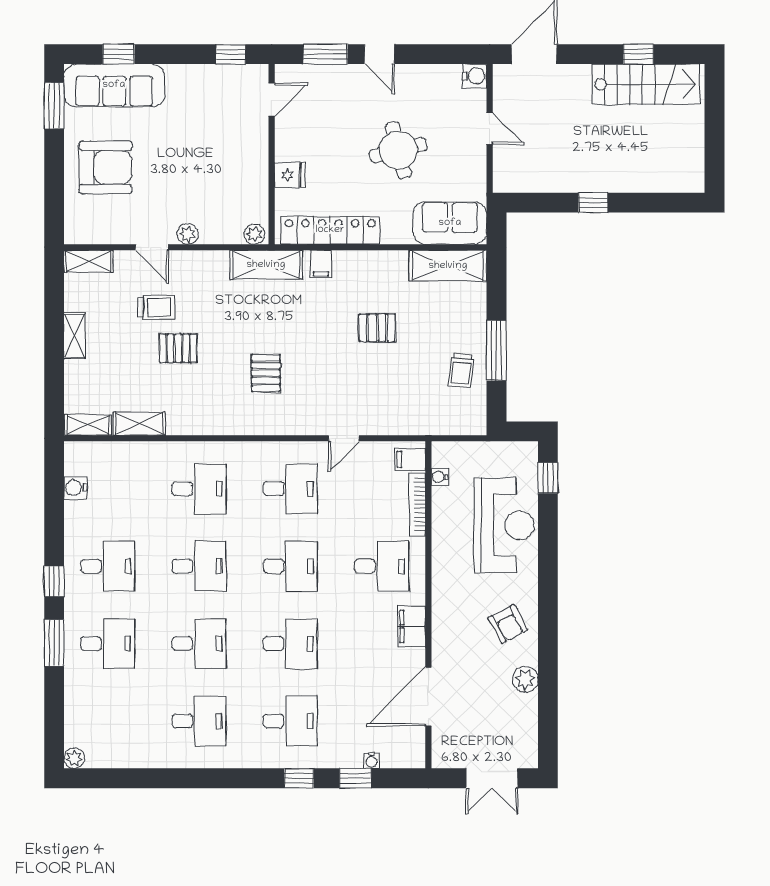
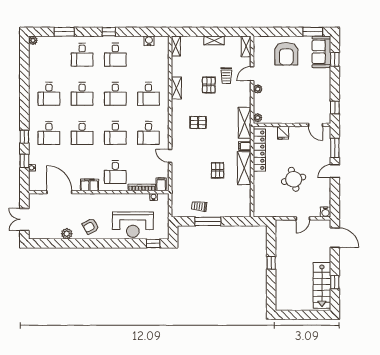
sofa: (114, 85) -> (321, 52), width x0.73
sofa: (450, 223) -> (262, 201), removed
shelving: (448, 266) -> (244, 168), moved
shelving: (139, 424) -> (176, 88), moved
window: (54, 643) -> (64, 32), moved

